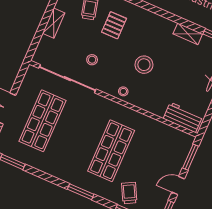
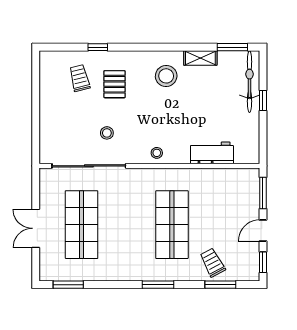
shelving: (54, 23) -> (47, 111), removed
stool: (144, 65) -> (166, 76), moved
workbench: (183, 117) -> (212, 153), moved

